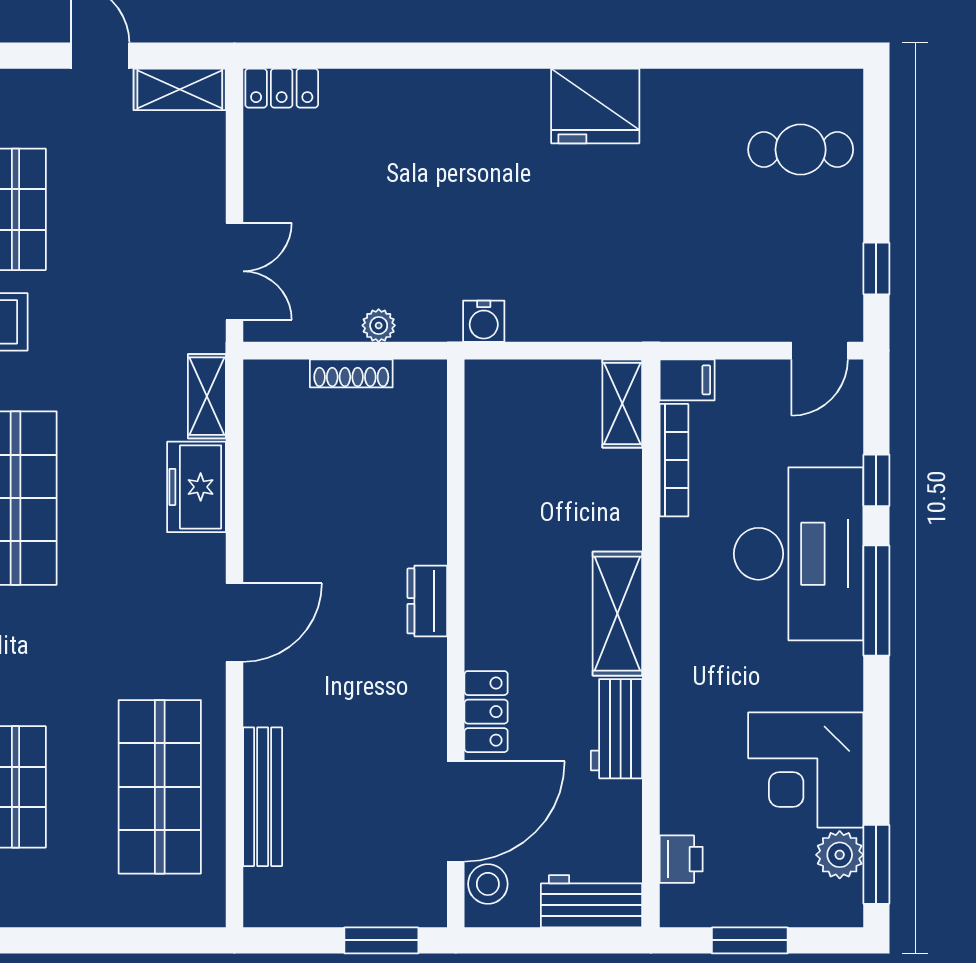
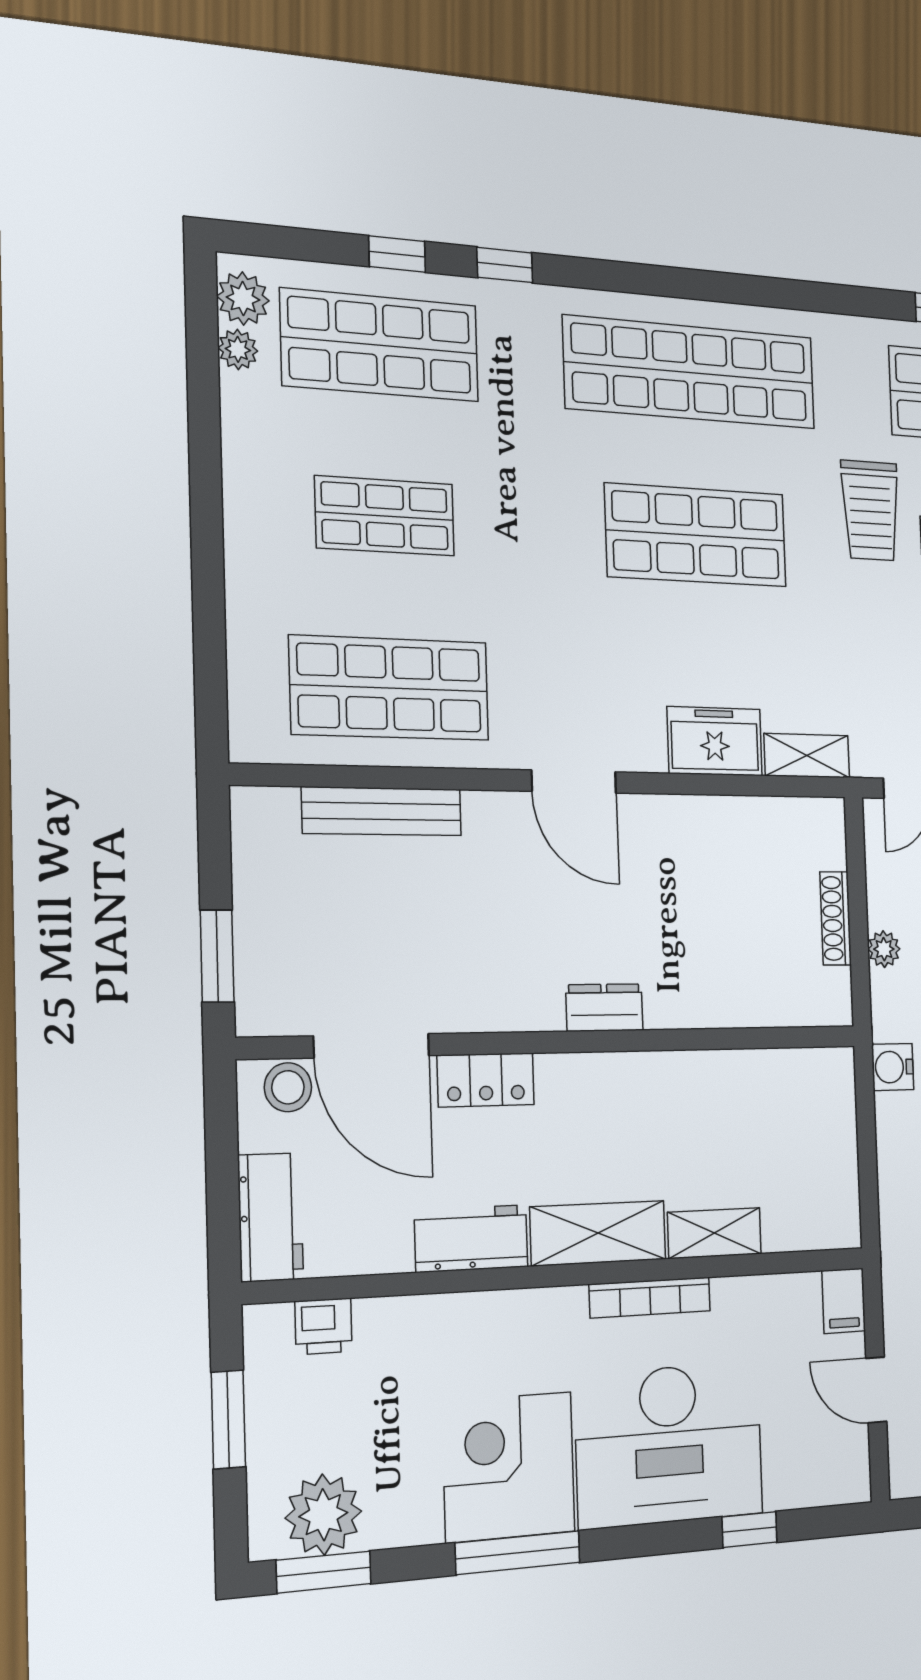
door: (820, 351) -> (876, 1390), moved
shelving: (622, 404) -> (715, 1233), moved
bookcase: (674, 460) -> (650, 1298), moved
window: (876, 601) -> (518, 1553), moved
corner desk: (806, 770) -> (509, 1467), moved
plant: (840, 855) -> (323, 1515), width x1.36, depth x1.36

